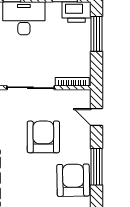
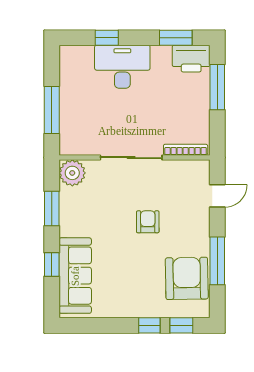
door: (97, 117) -> (217, 196), swing flipped
armchair: (43, 137) -> (148, 222), width x0.53, depth x0.53

